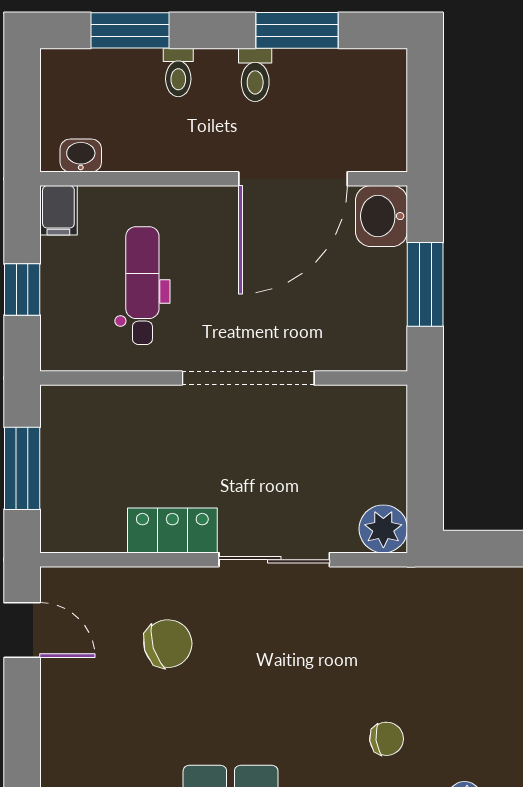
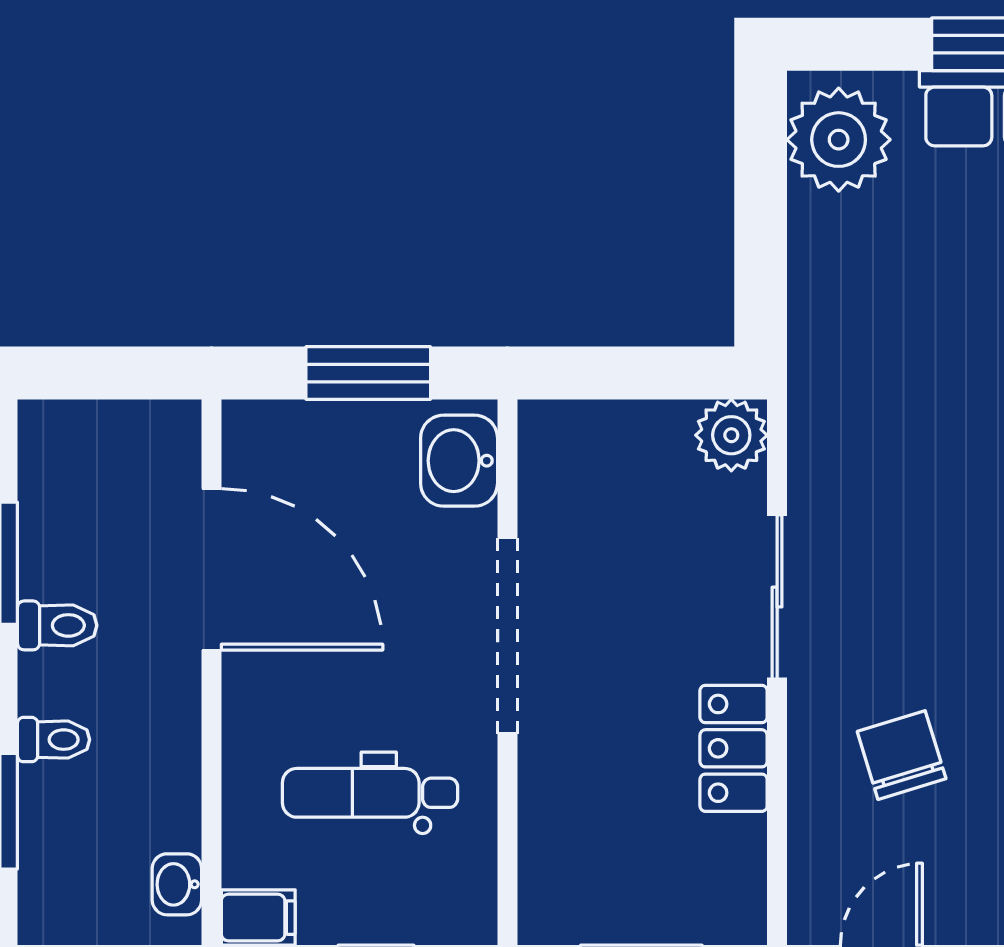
washbasin: (381, 216) -> (459, 461), moved, turned 90

